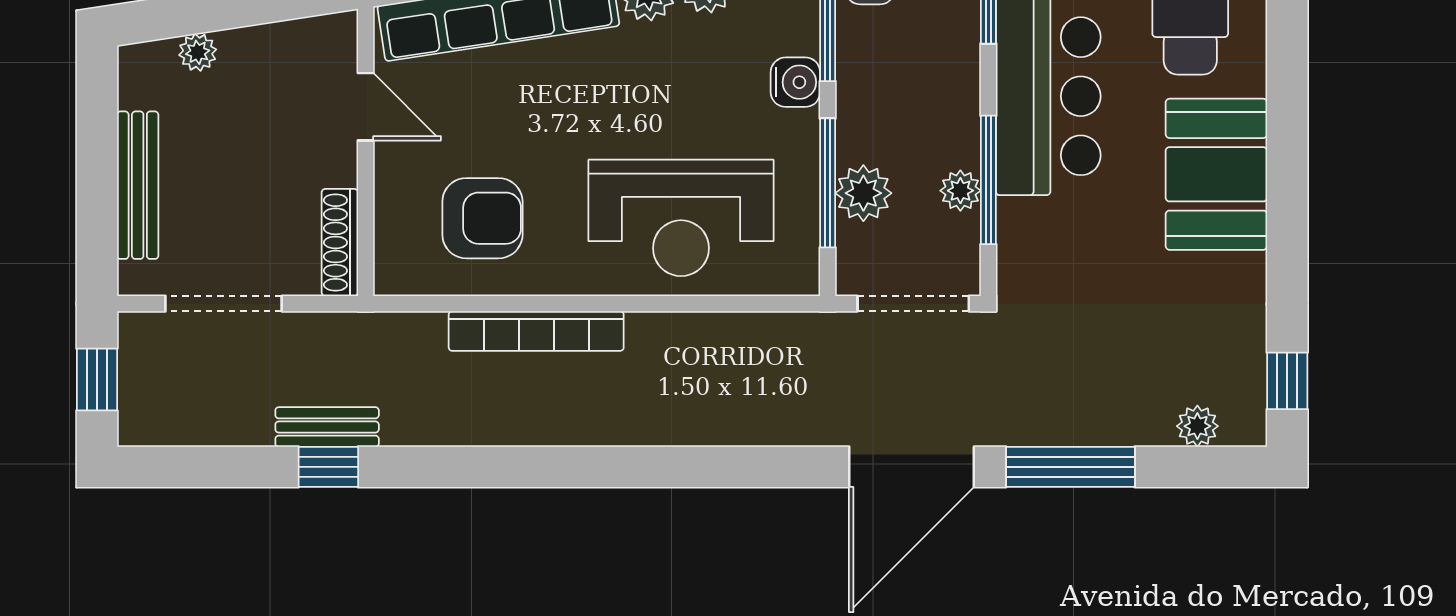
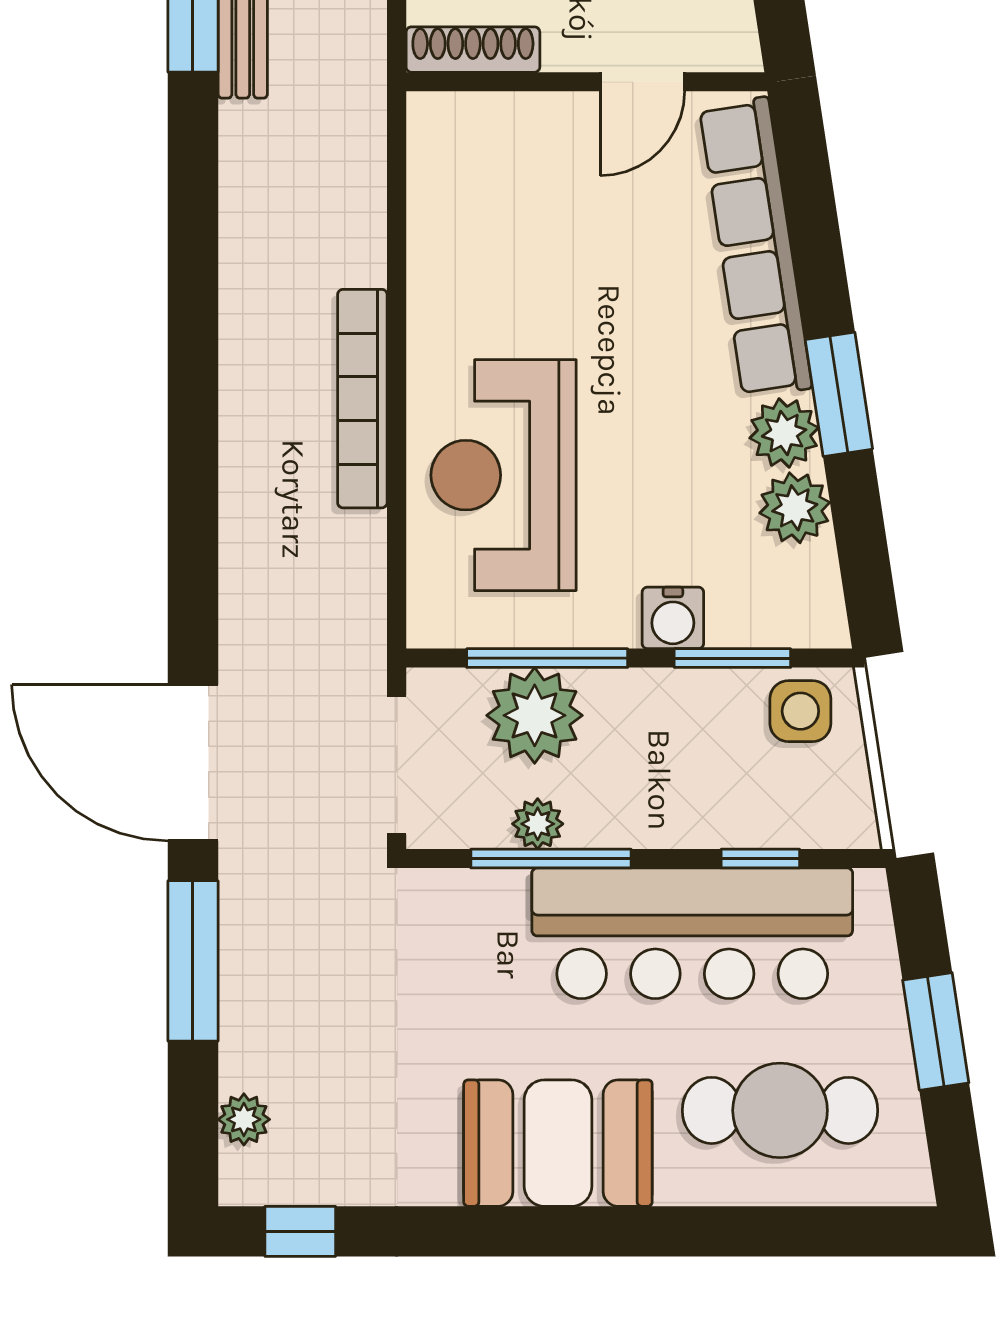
plant: (863, 193) -> (535, 715), width x1.36, depth x1.36
armchair: (482, 218) -> (503, 227), removed
bookcase: (536, 331) -> (362, 399), moved

